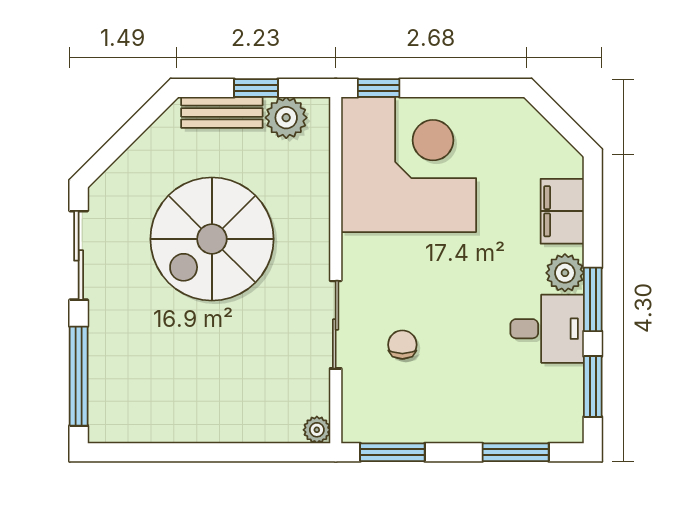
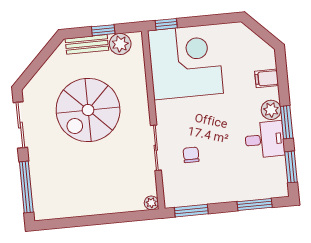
filing cabinet: (562, 211) -> (267, 78), width x0.50

